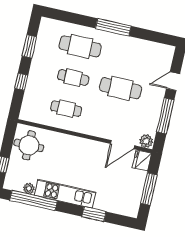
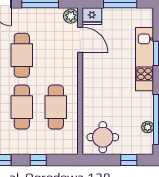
cafe table: (73, 78) -> (22, 107), width x1.37, depth x1.35
cafe table: (66, 109) -> (56, 107), width x1.37, depth x1.35
kitchen unit: (65, 194) -> (145, 59), moved

